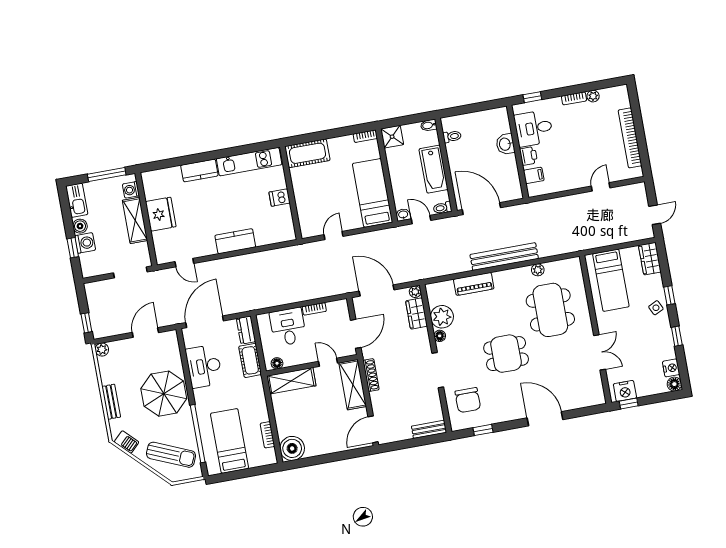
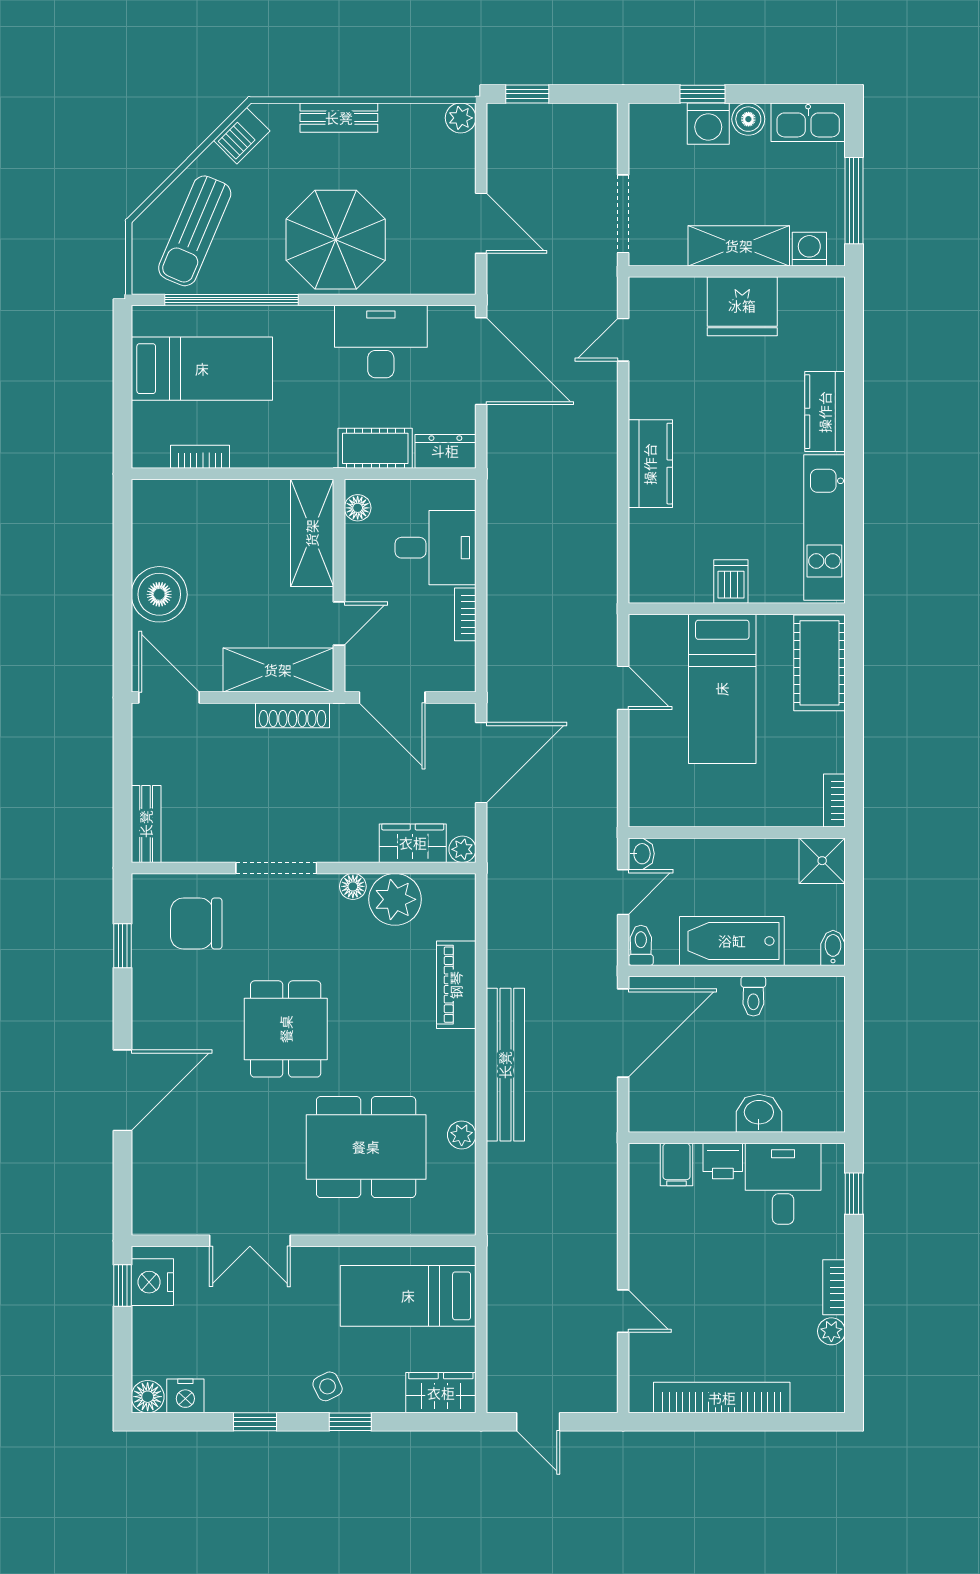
toilet: (452, 136) -> (753, 996), moved
bed: (373, 193) -> (722, 689), moved, turned 90
boiler: (292, 448) -> (159, 594), moved

